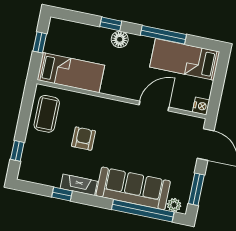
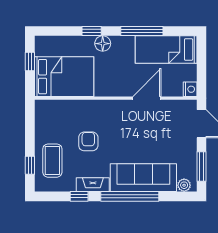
bed: (71, 73) -> (64, 77), width x1.50
coffee table: (47, 114) -> (52, 161), moved
window: (143, 211) -> (130, 196), moved

